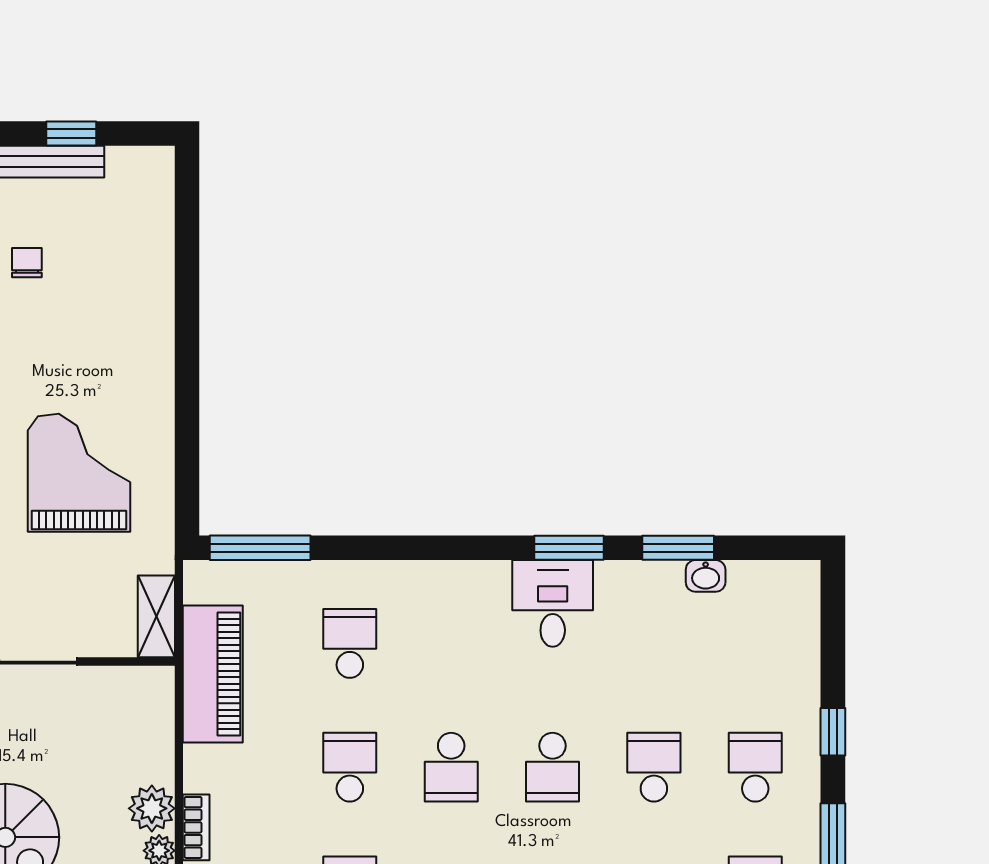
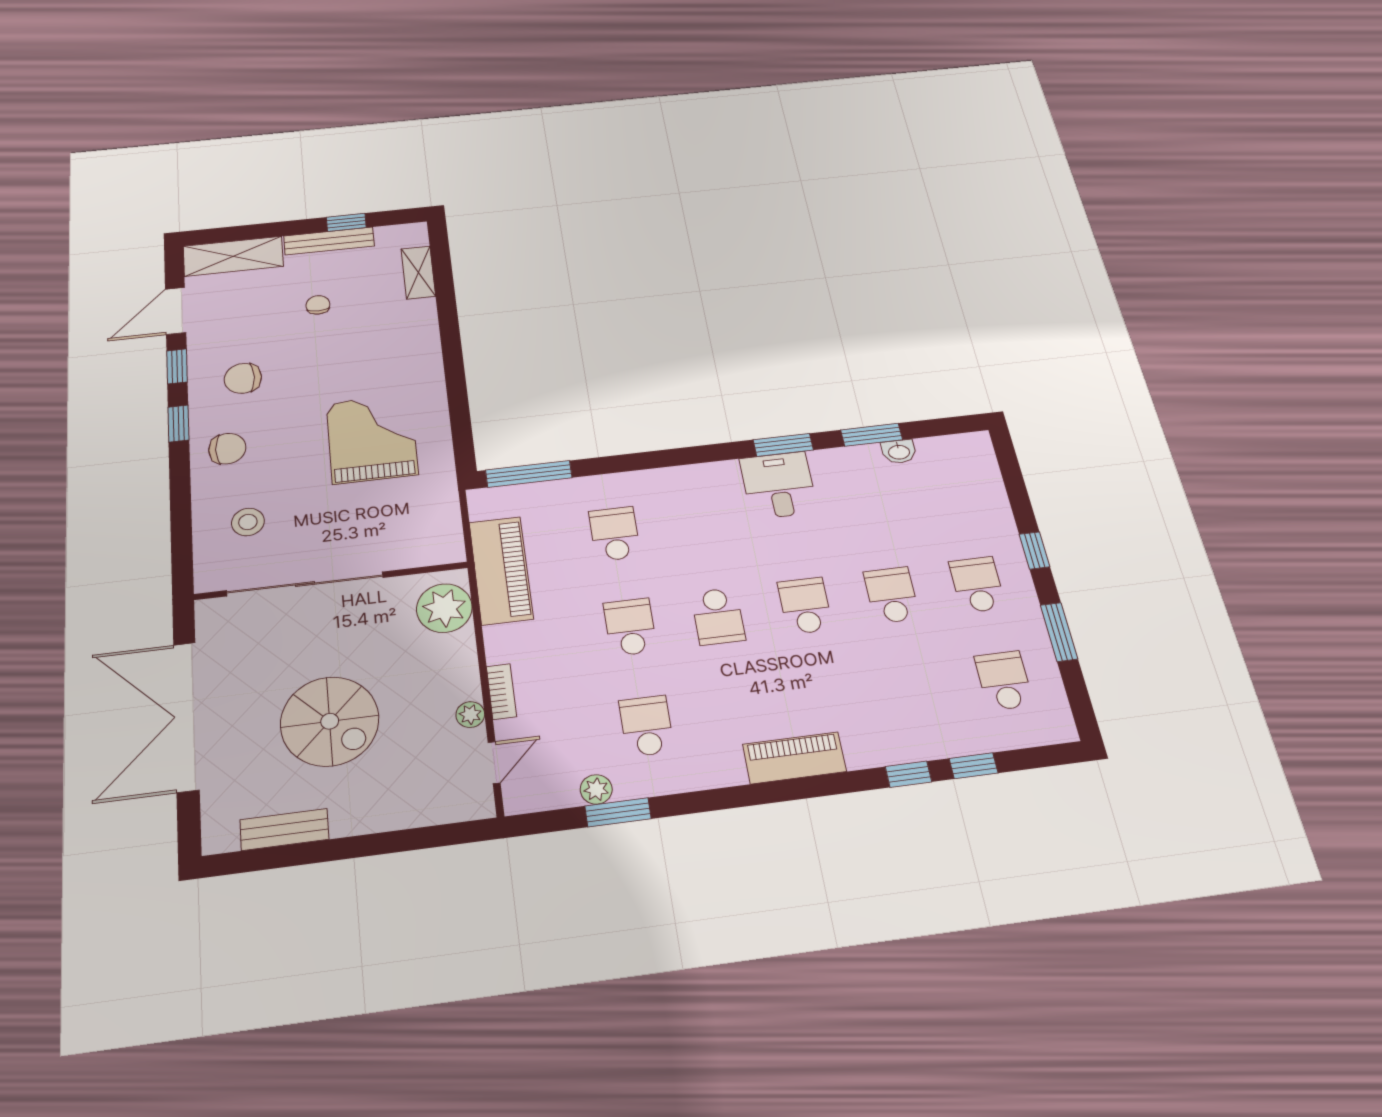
shelving: (156, 616) -> (418, 272), moved
school desk: (553, 767) -> (805, 606), turned 180
plant: (152, 808) -> (444, 608), moved, width x1.36, depth x1.36

